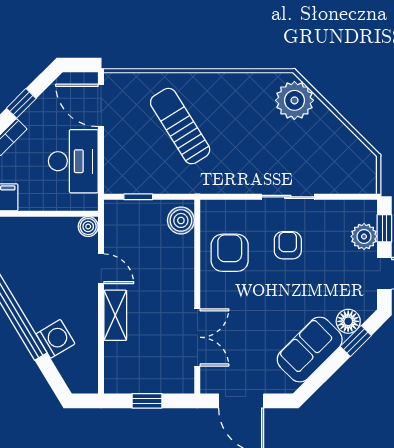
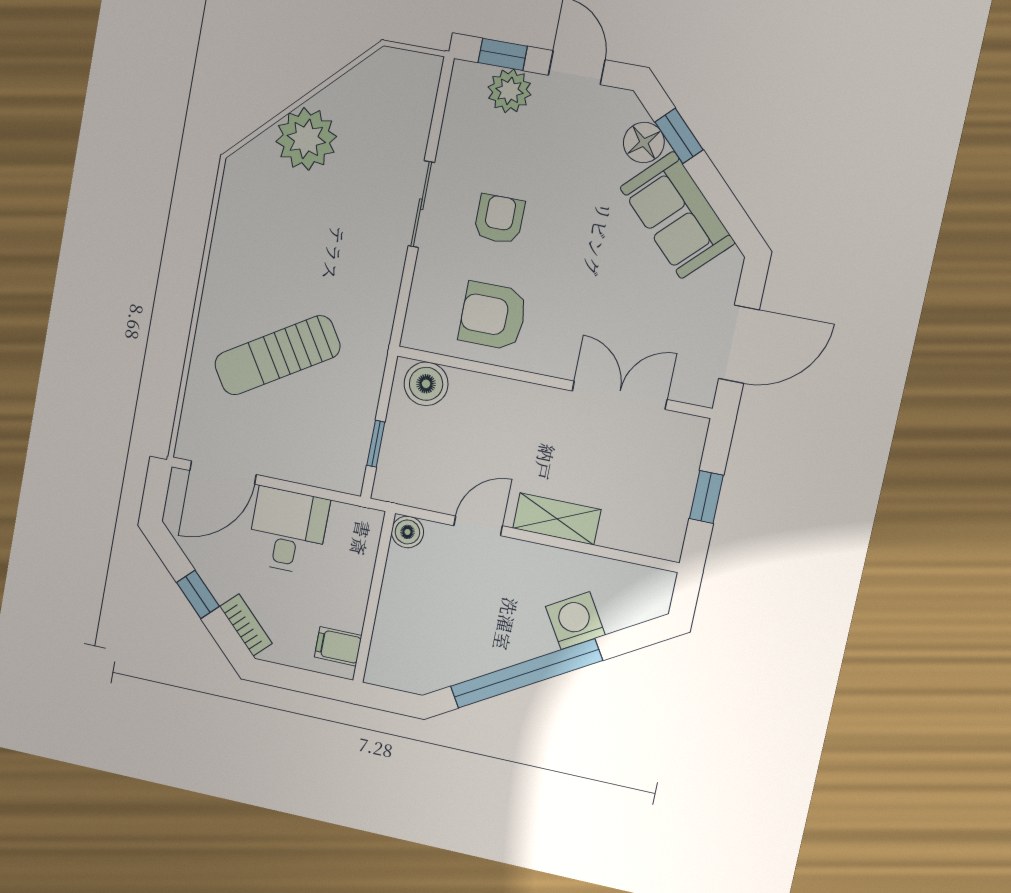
plant: (294, 100) -> (306, 139), moved
desk: (73, 161) -> (288, 531), width x0.73
armchair: (288, 245) -> (499, 219), turned 90

